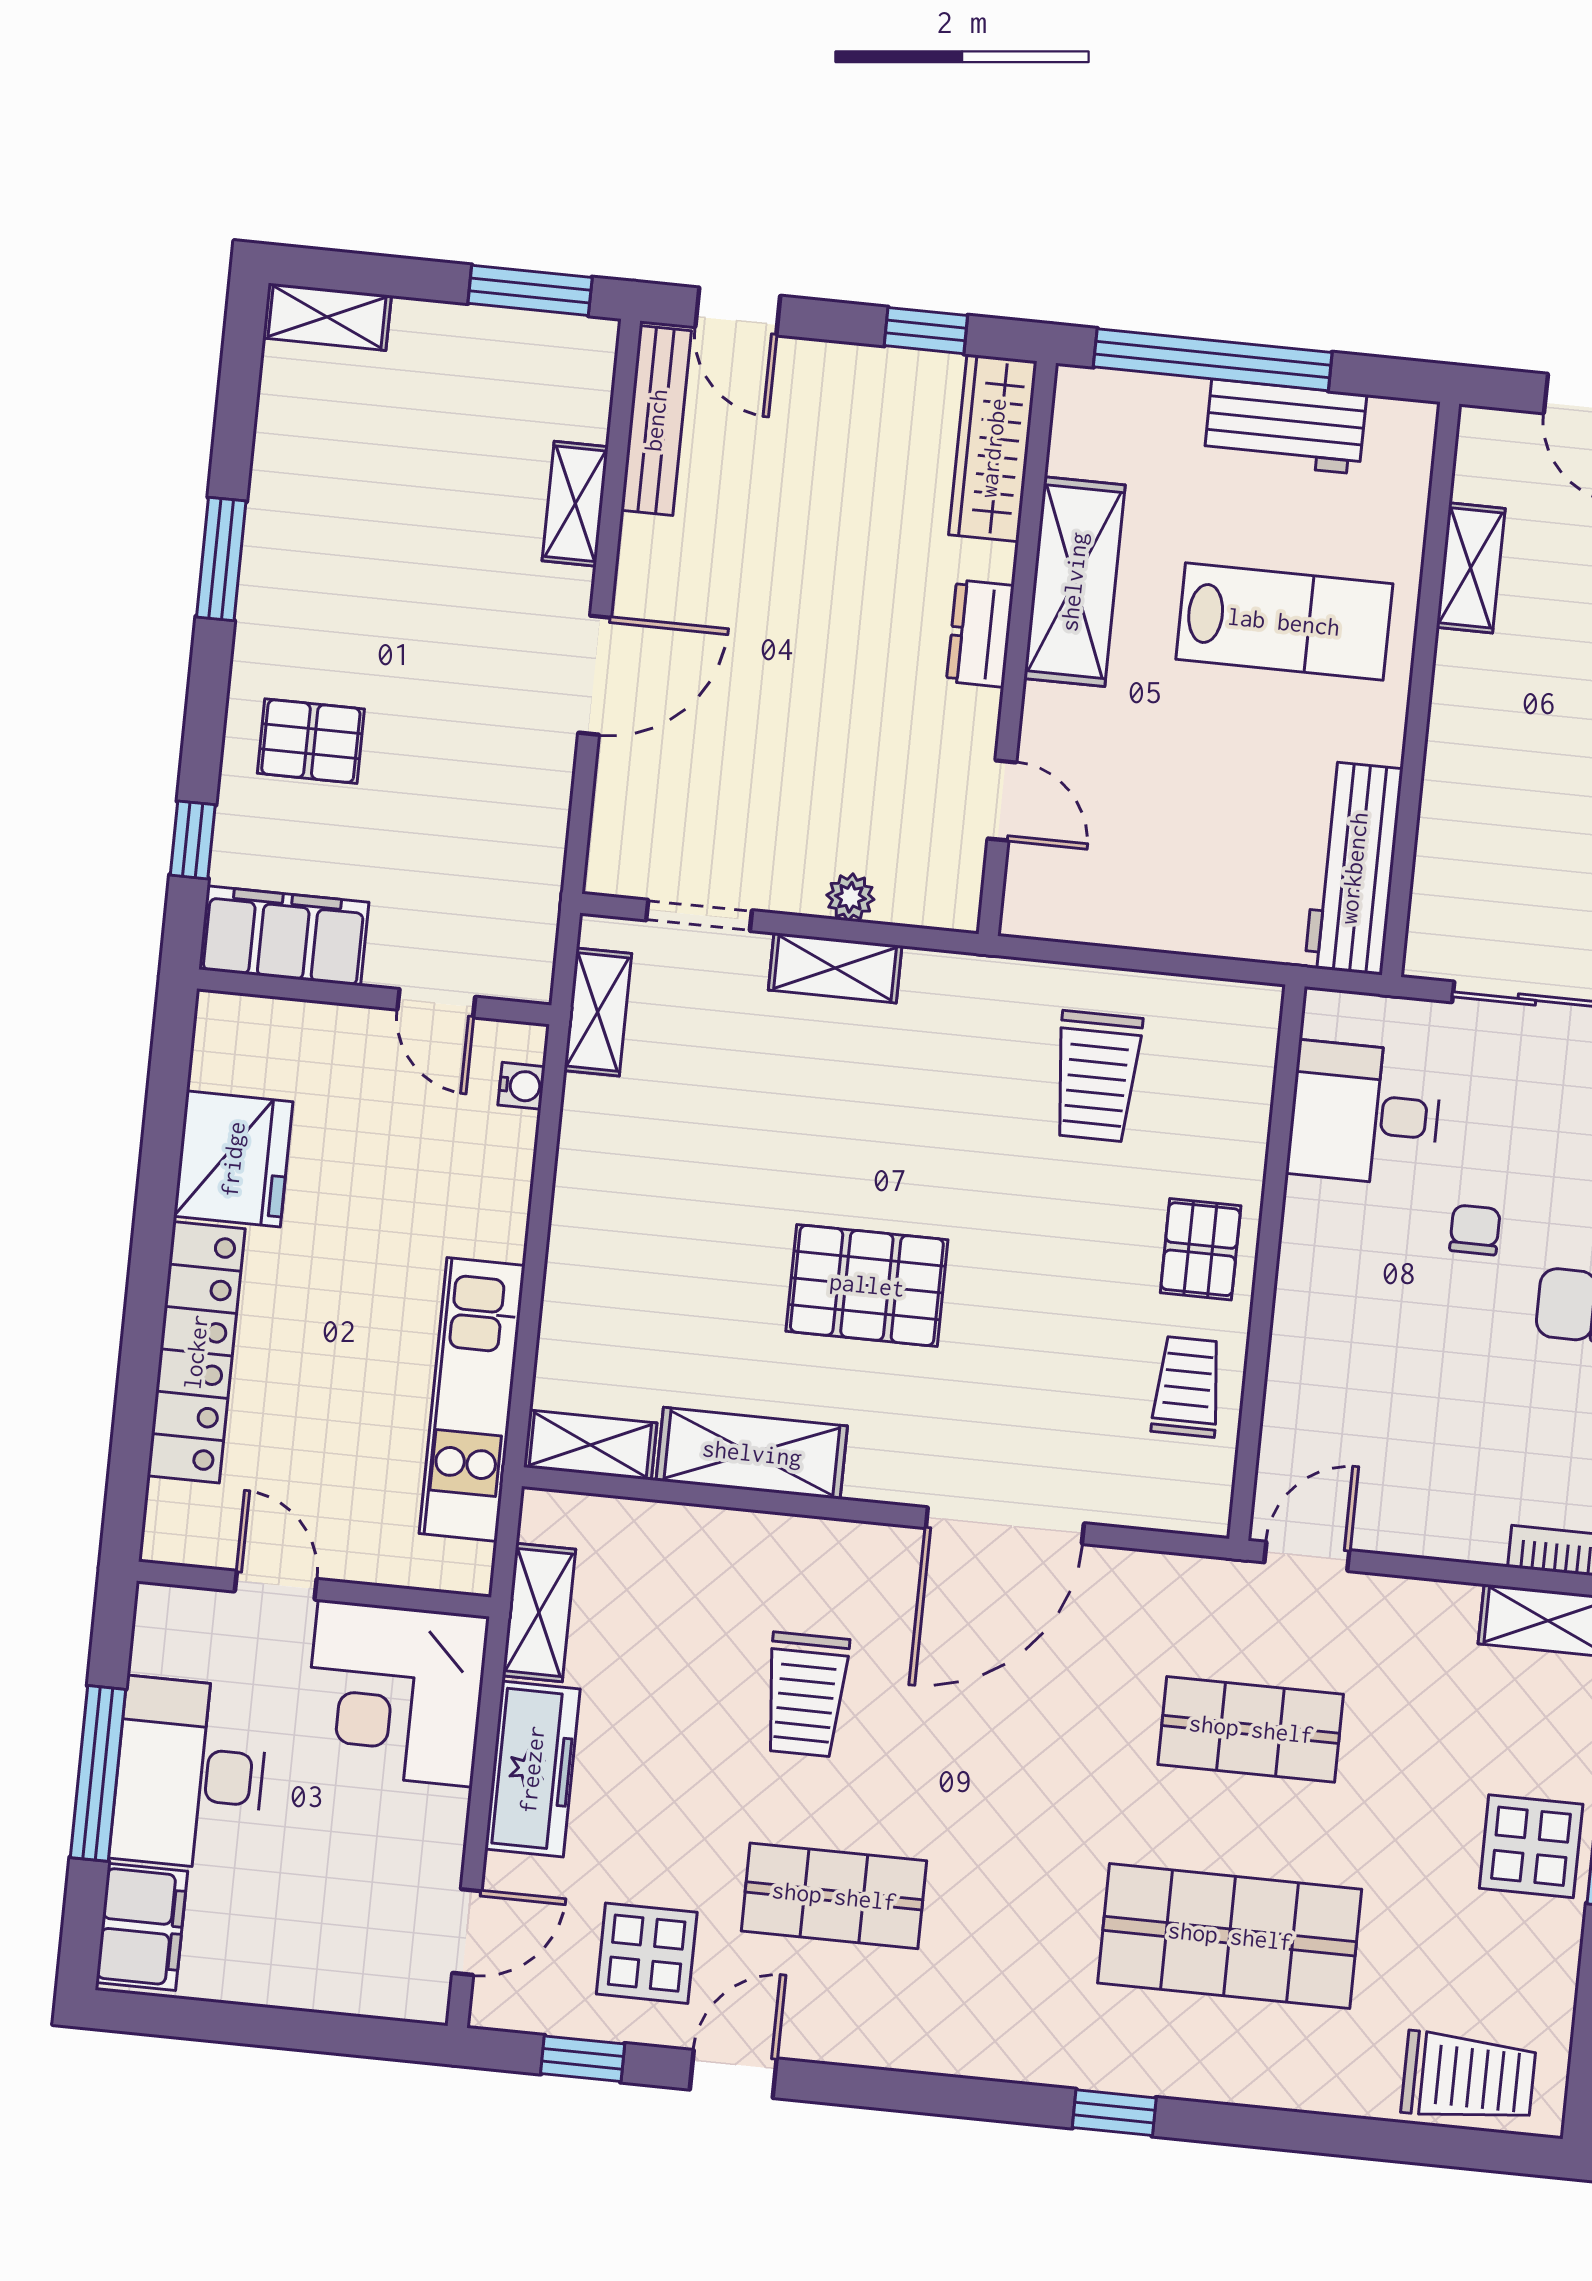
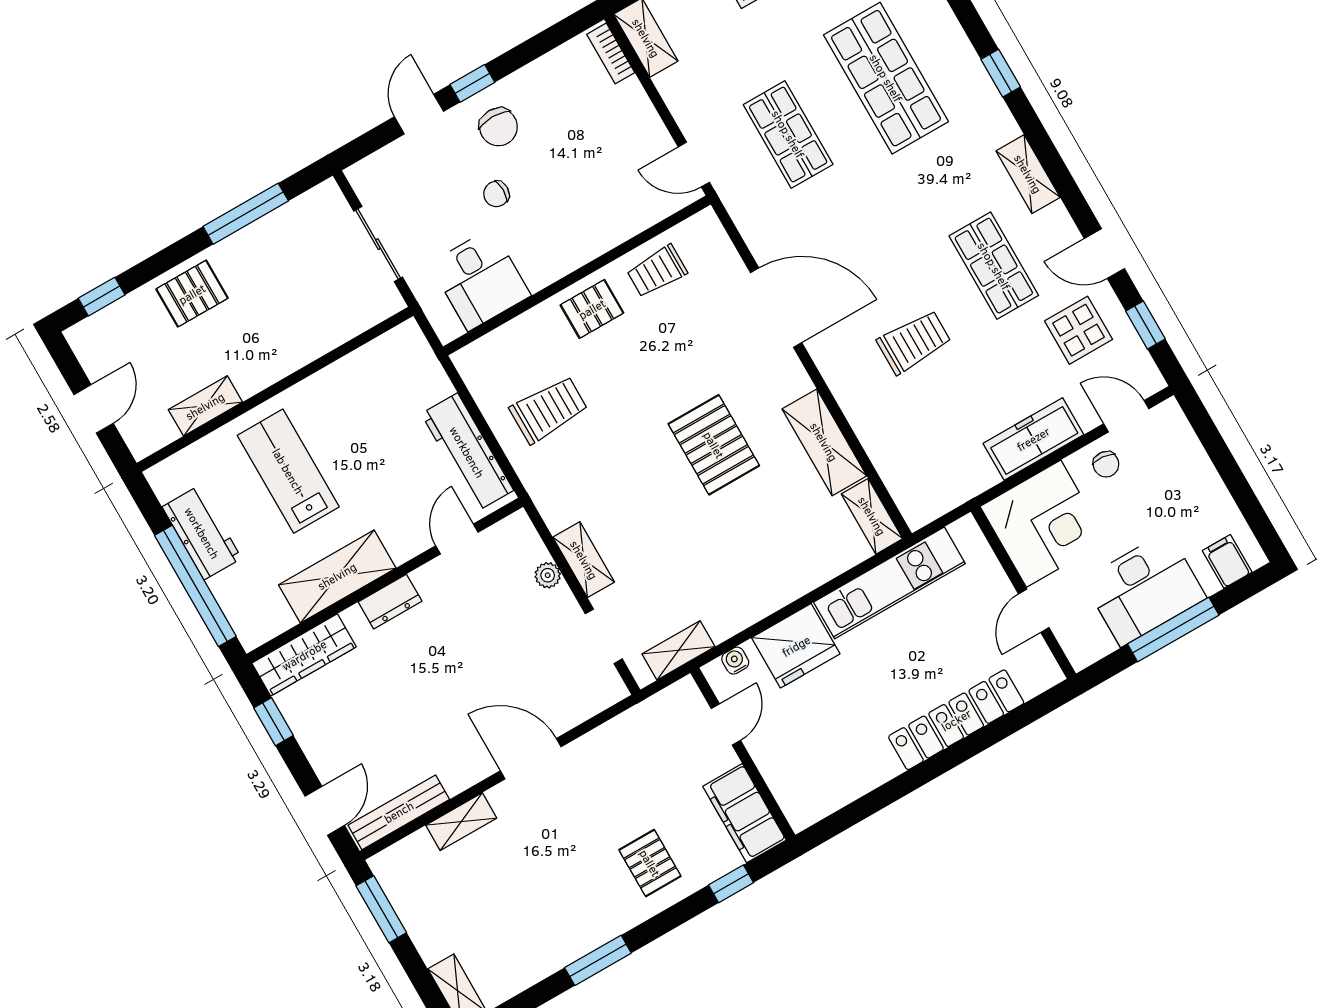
workbench: (1354, 868) -> (467, 452), moved, turned 90
fridge: (233, 1159) -> (796, 646), moved, turned 180
shelving: (539, 1612) -> (1028, 174), moved, turned 90
chair: (417, 1850) -> (1106, 464), added
filing cabinet: (142, 1927) -> (1227, 561), width x0.50

